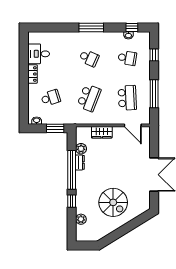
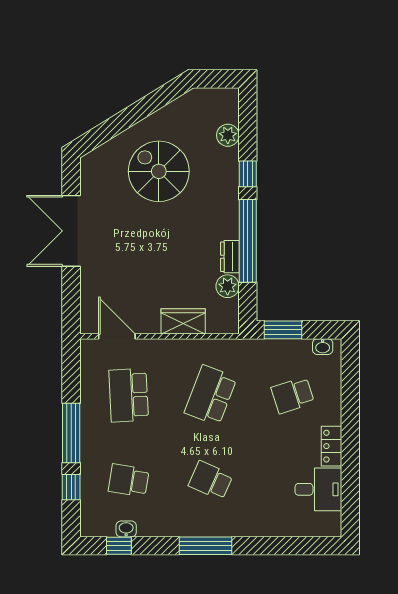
window: (154, 94) -> (71, 433), moved

